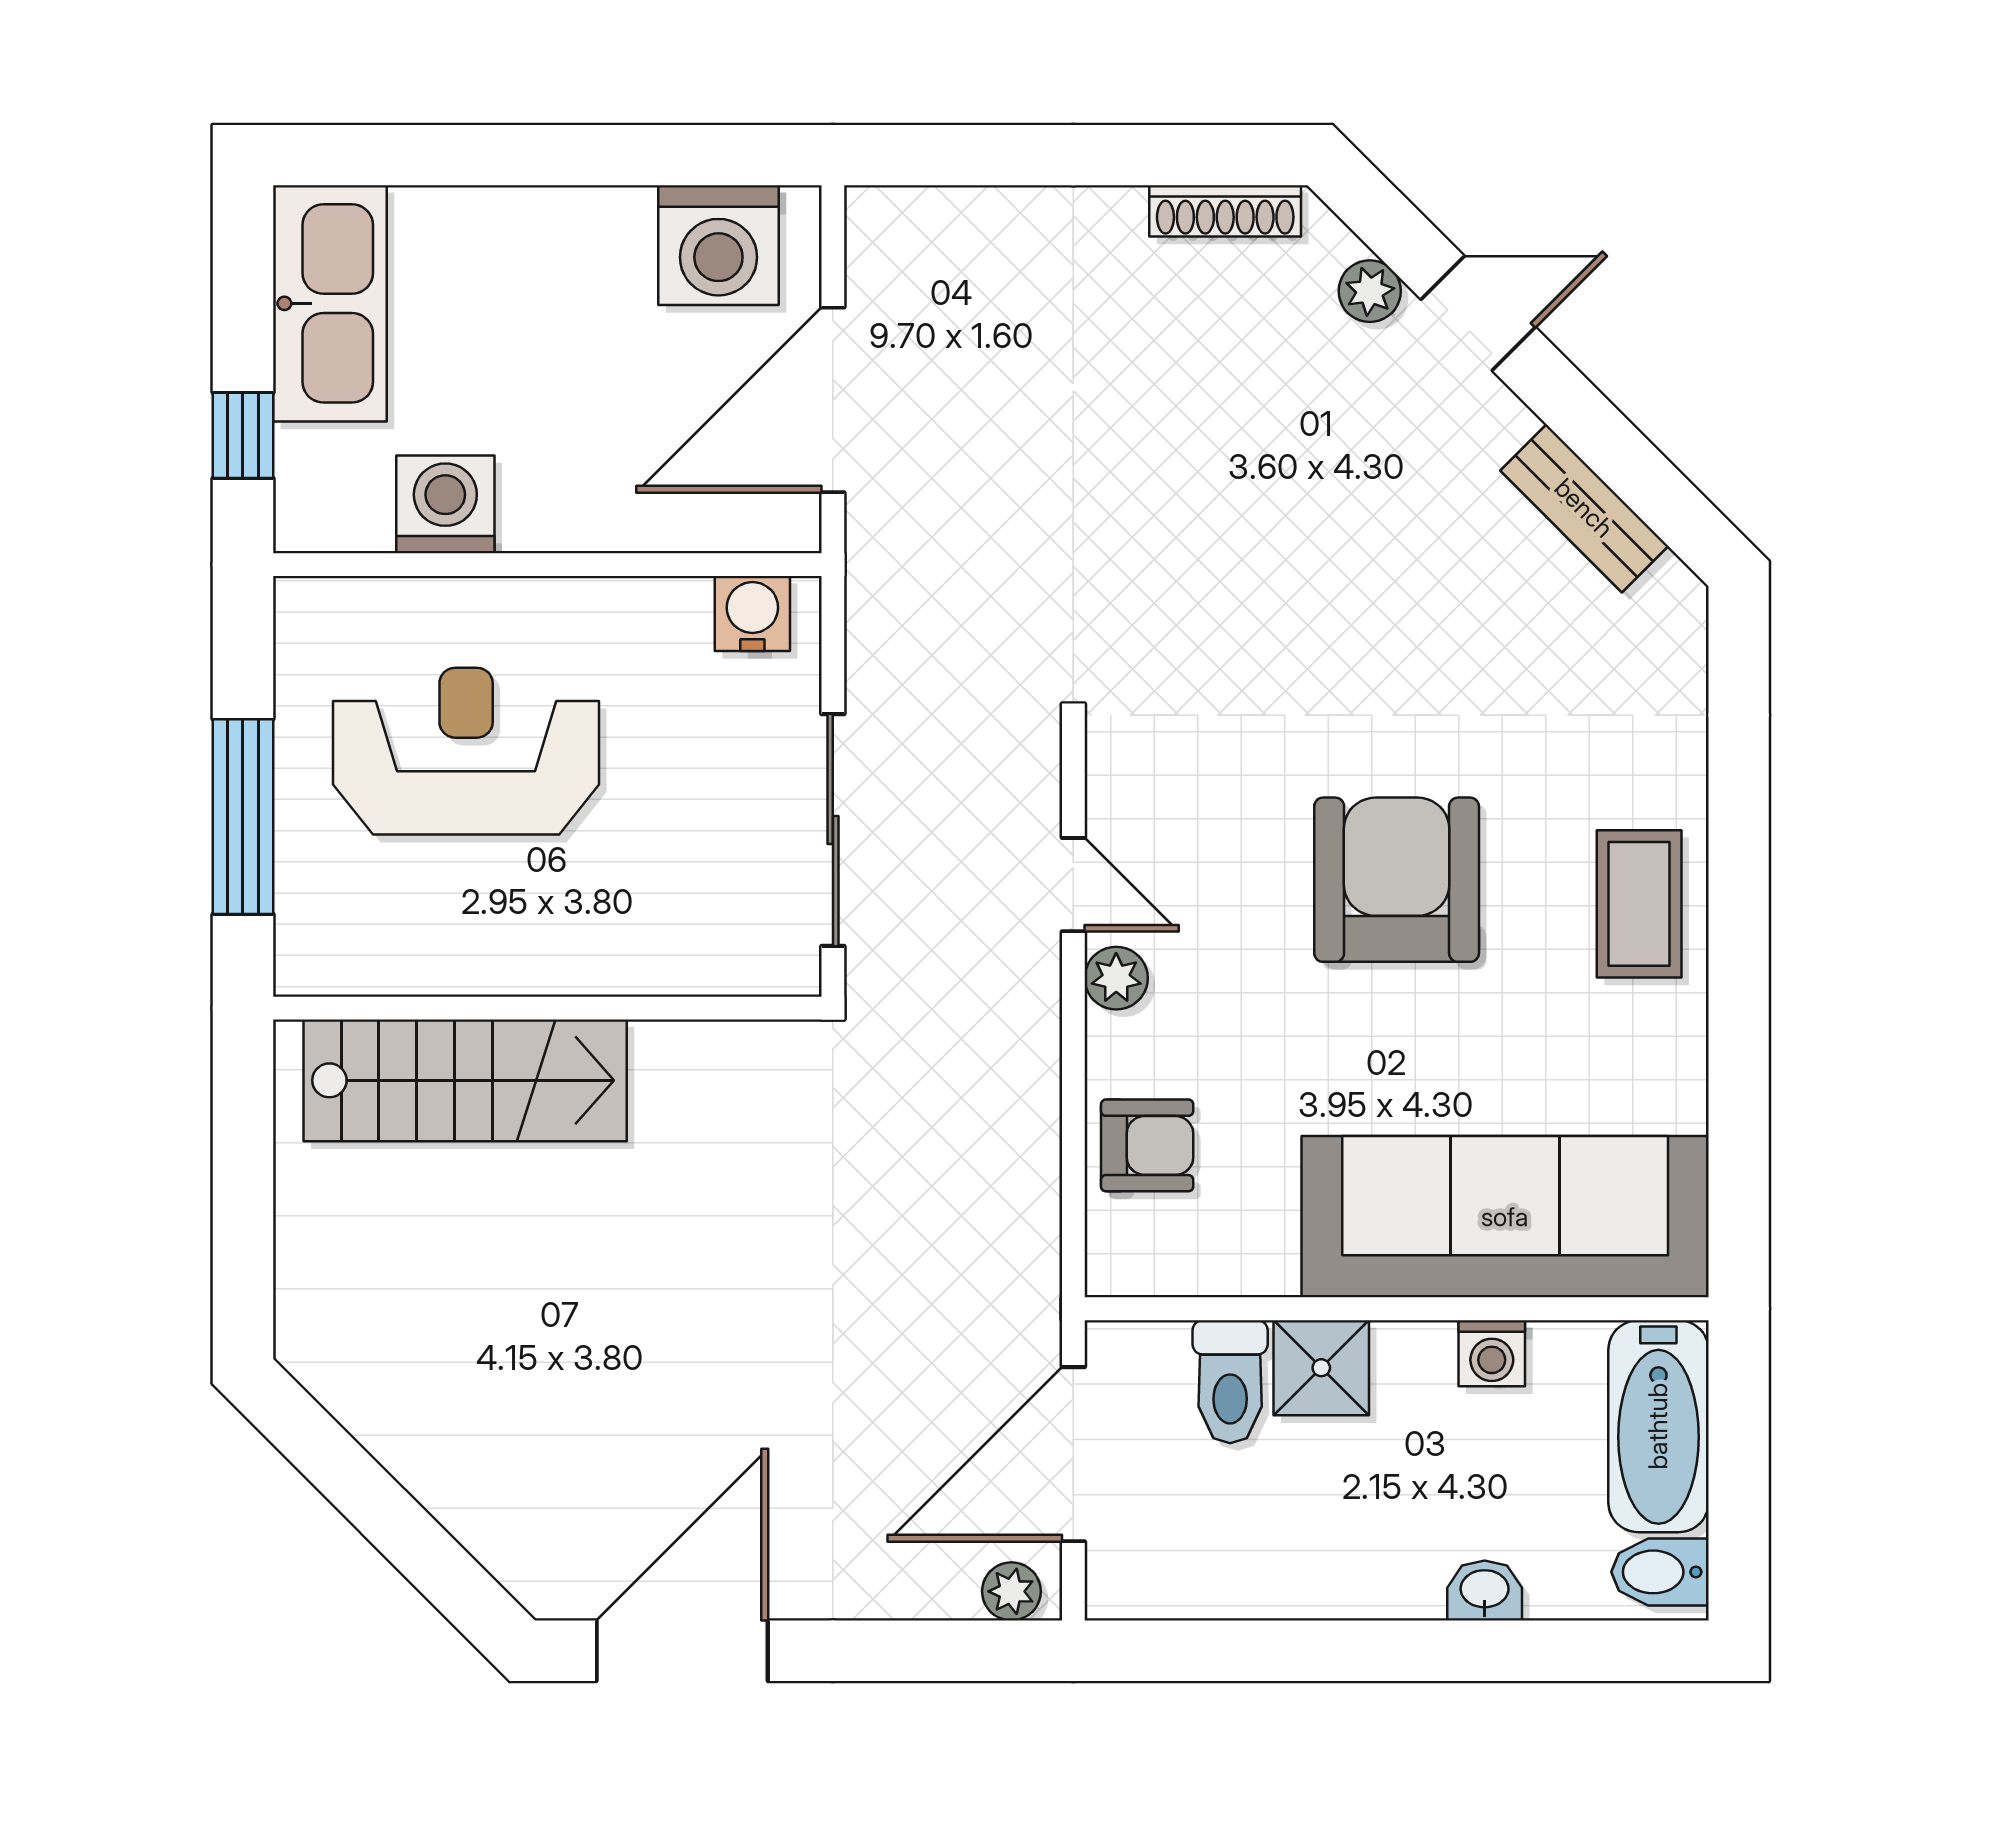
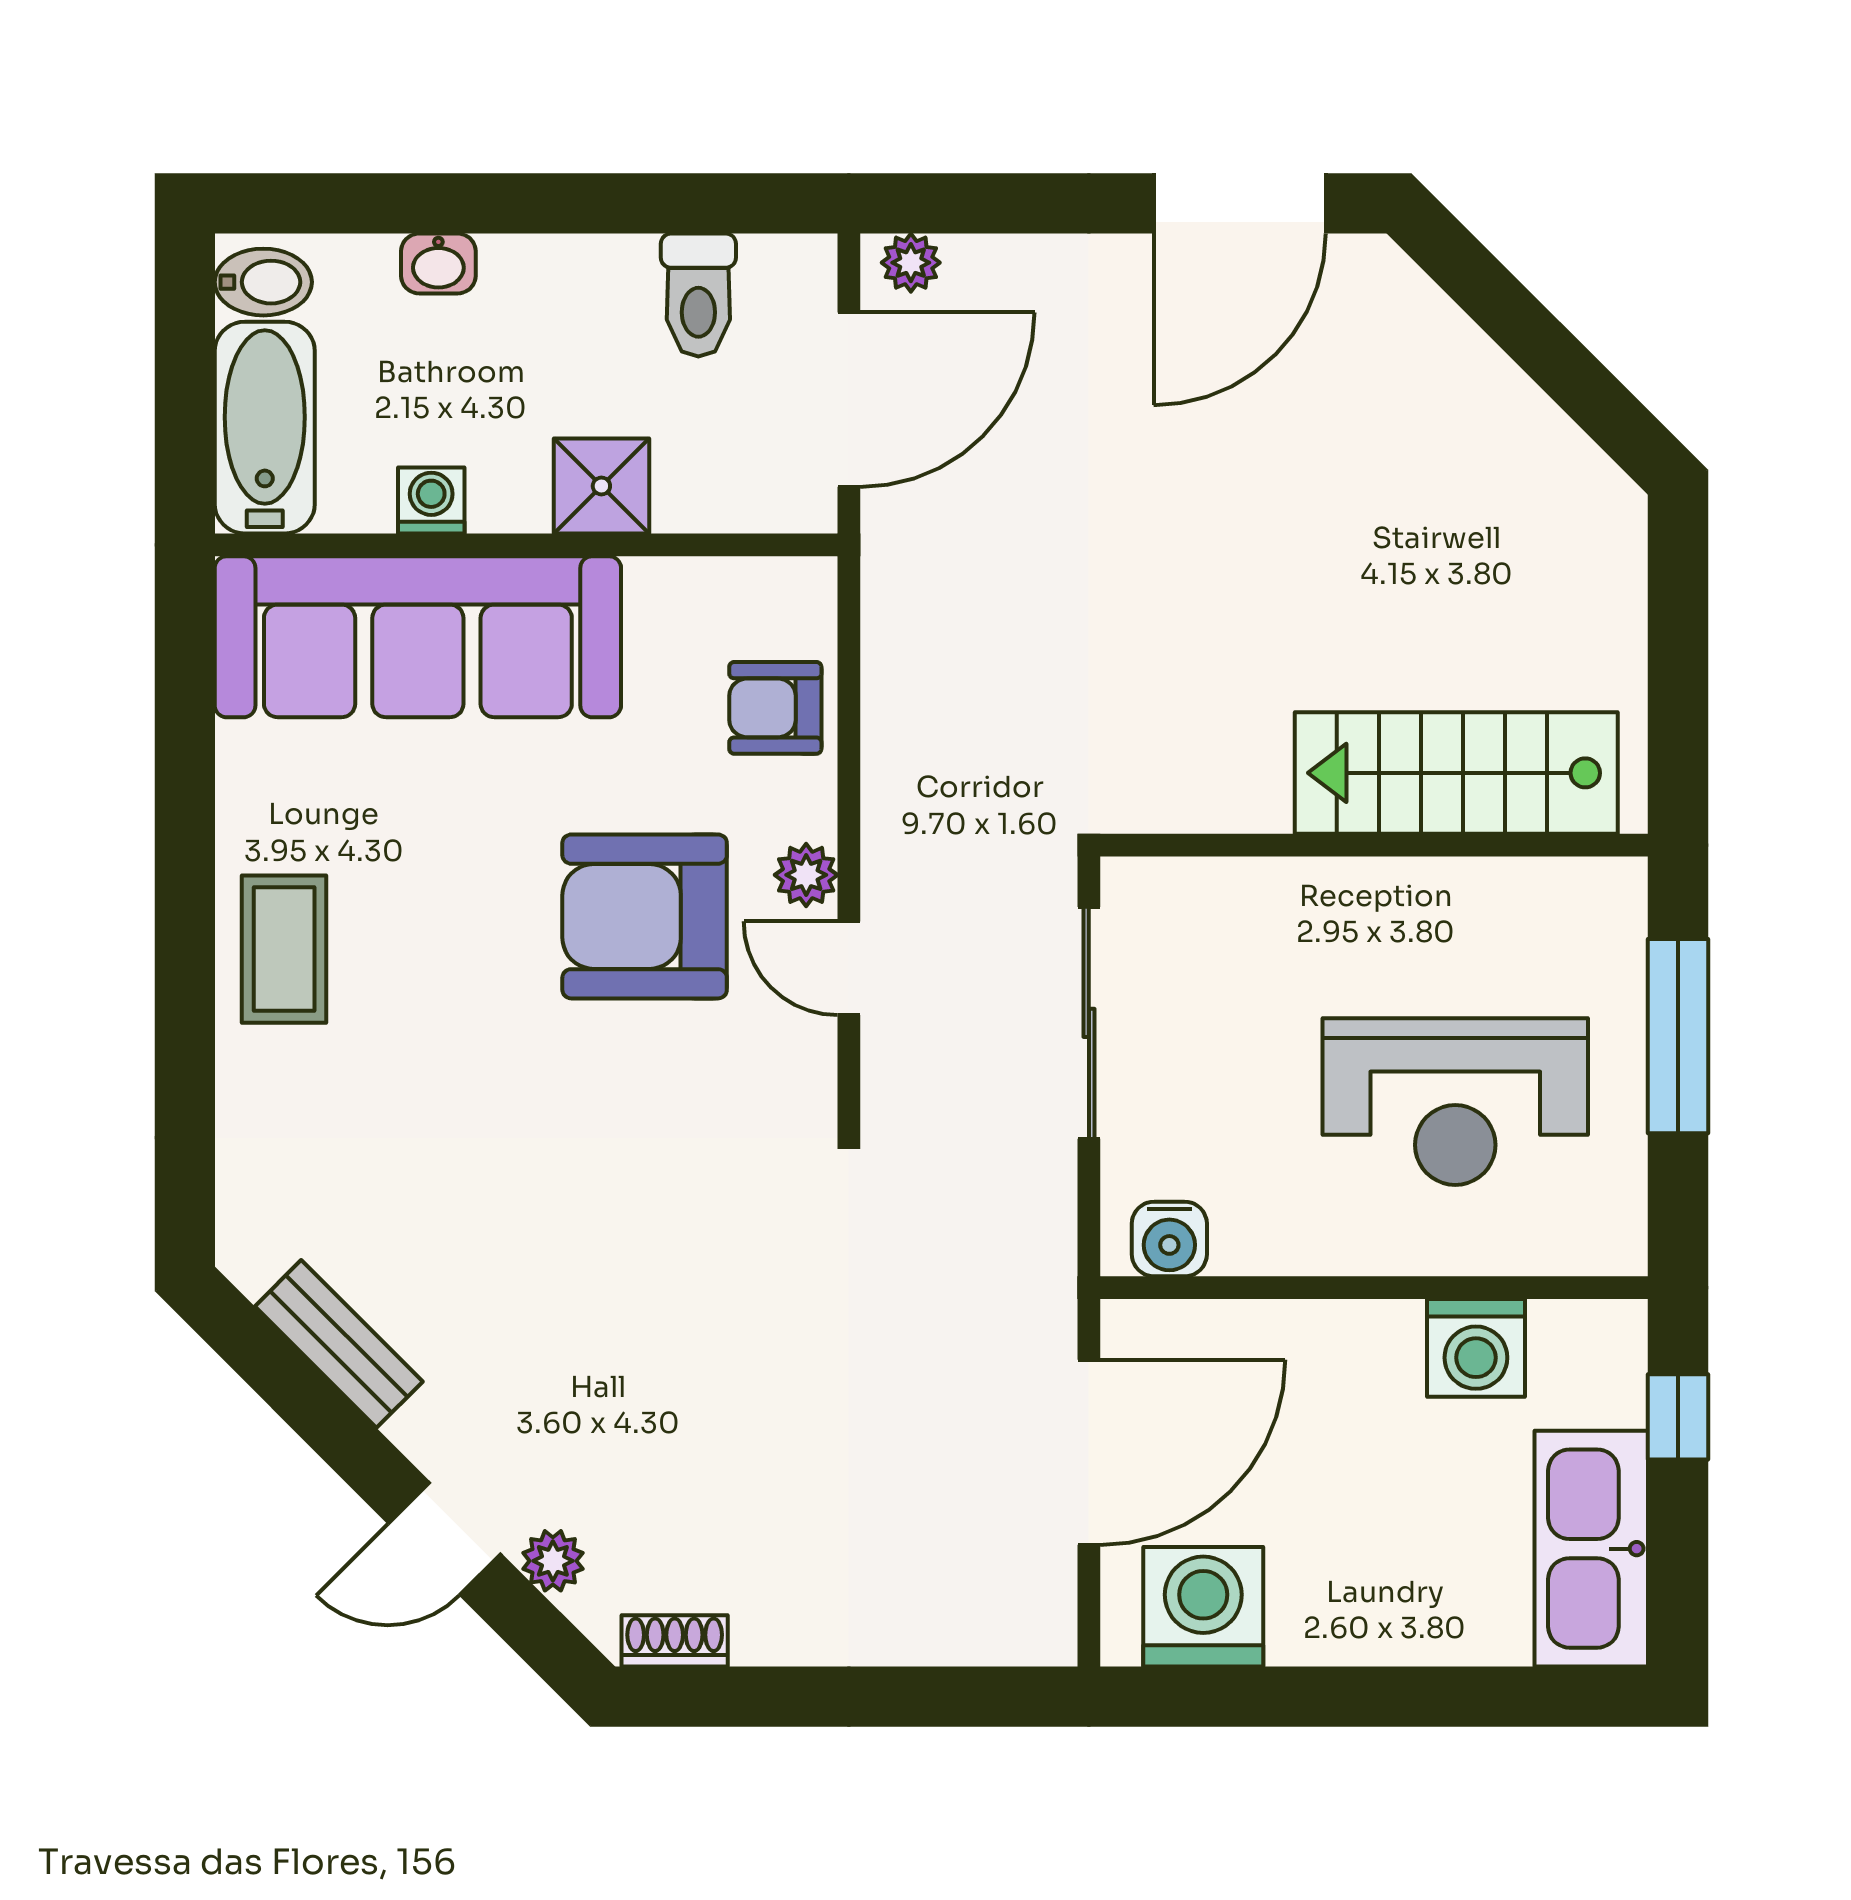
shoe rack: (1225, 211) -> (675, 1641), width x0.70
armchair: (1397, 880) -> (645, 916), moved, turned 90
toilet: (1230, 1382) -> (698, 295), moved, turned 180

